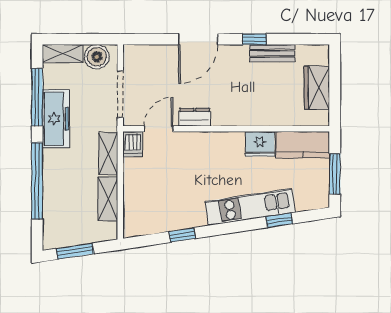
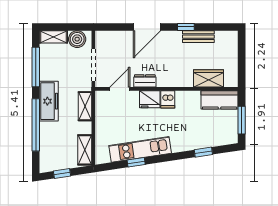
wardrobe: (317, 88) -> (208, 78), moved, turned 90
freezer: (56, 119) -> (49, 101), moved
dishwasher: (133, 144) -> (168, 99), moved
fridge: (260, 144) -> (150, 99), moved
shelving: (108, 199) -> (85, 150), moved
kitchen unit: (250, 207) -> (140, 149), moved
window: (75, 251) -> (62, 174), width x0.67

